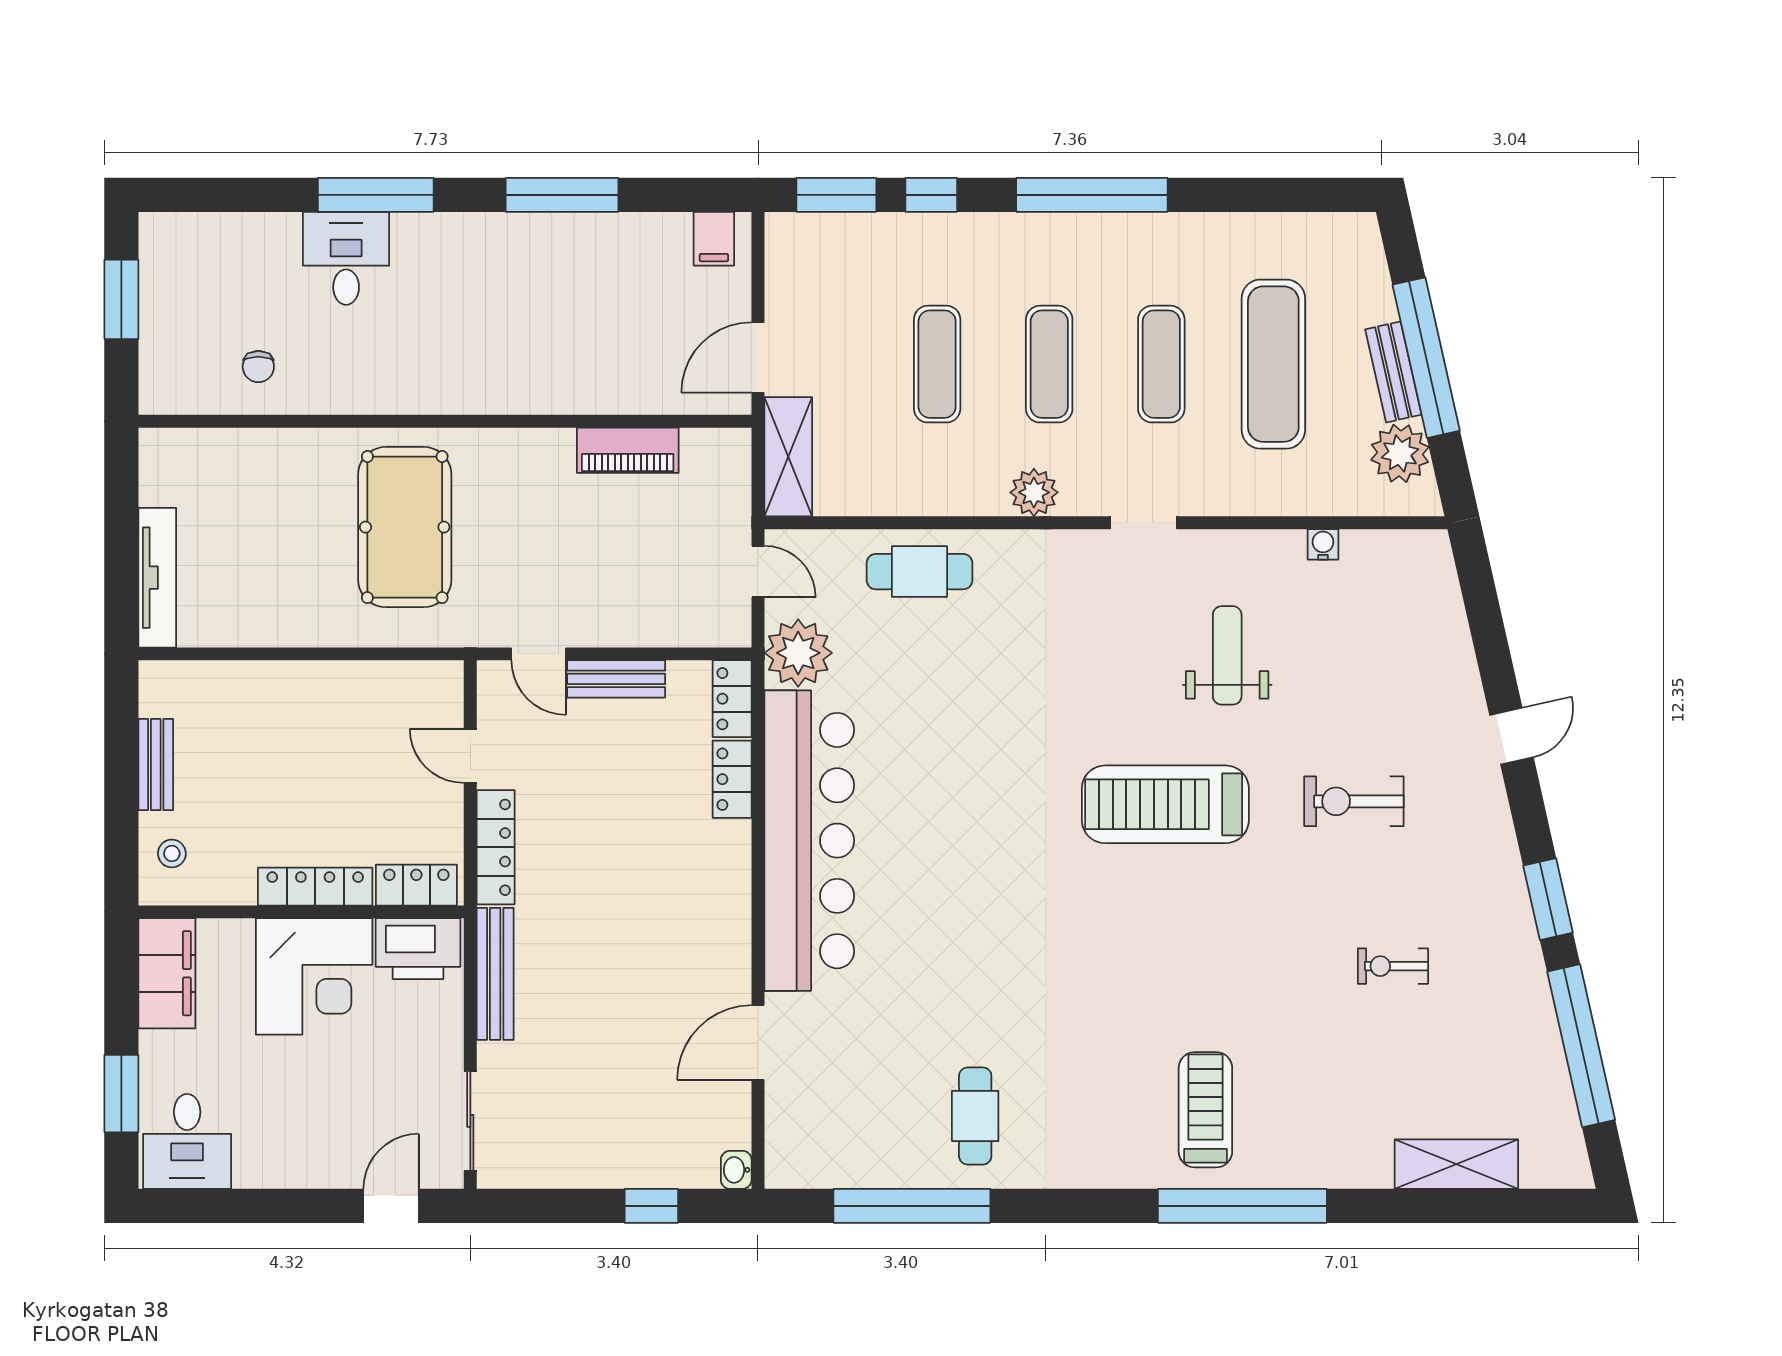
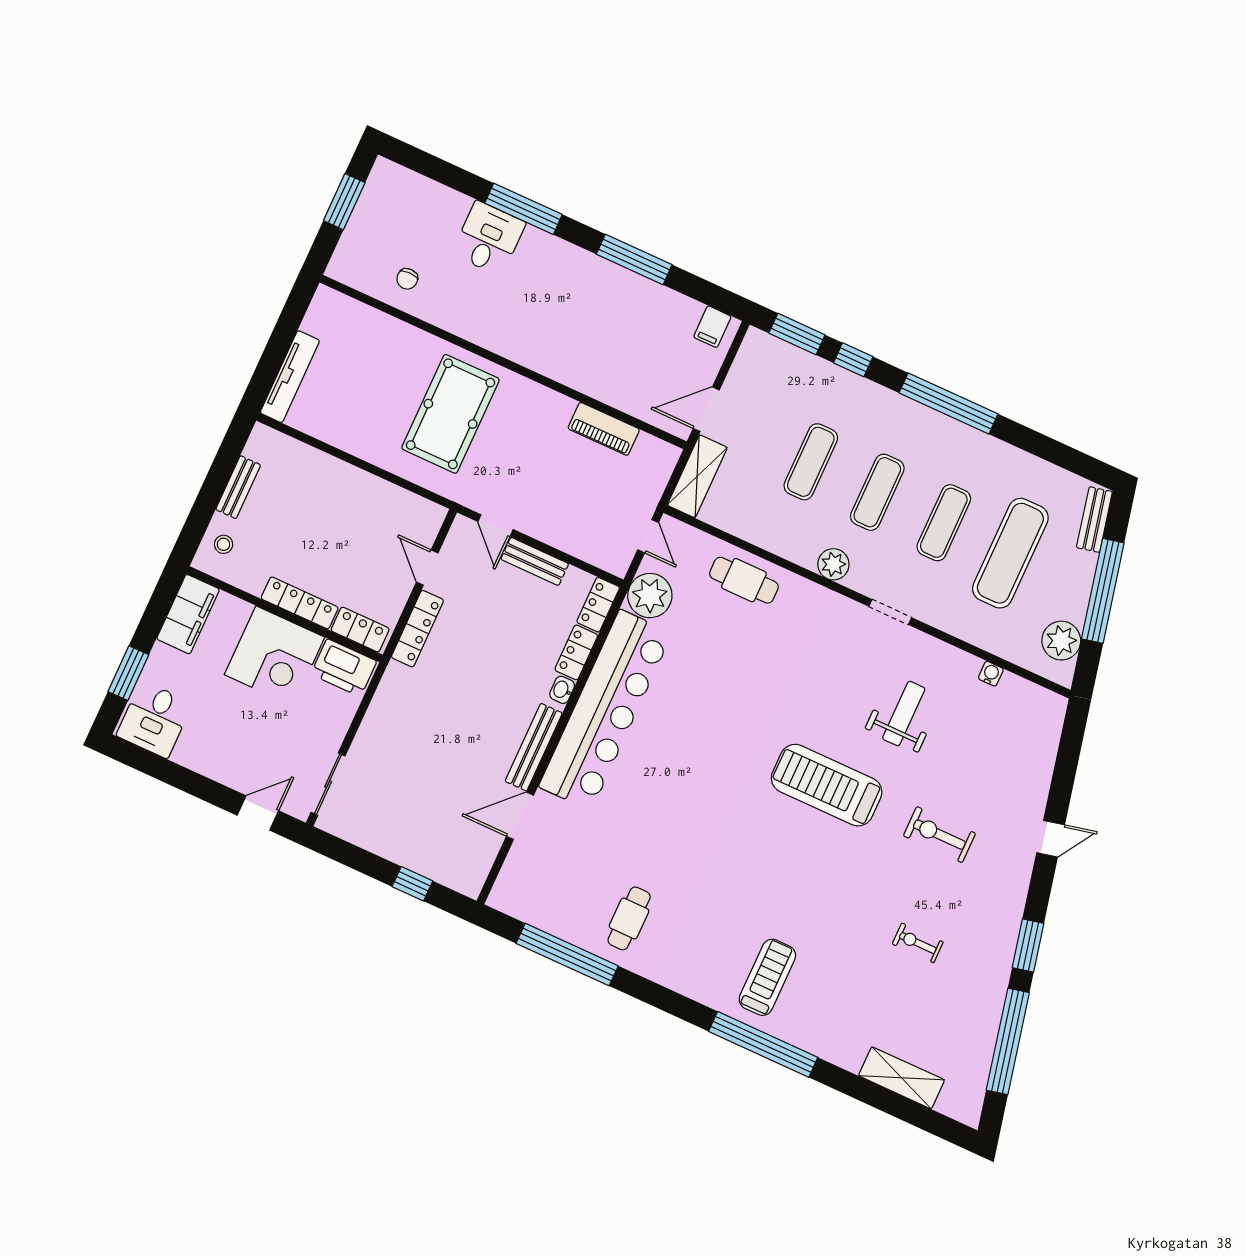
bench: (1393, 372) -> (1094, 520), moved
bench: (495, 974) -> (534, 747), moved
washbasin: (736, 1170) -> (562, 690), moved

